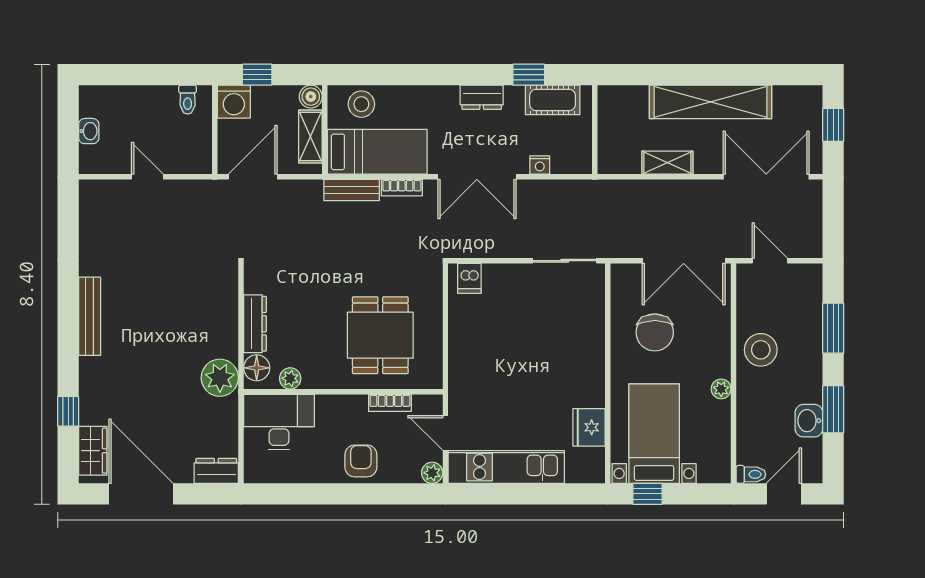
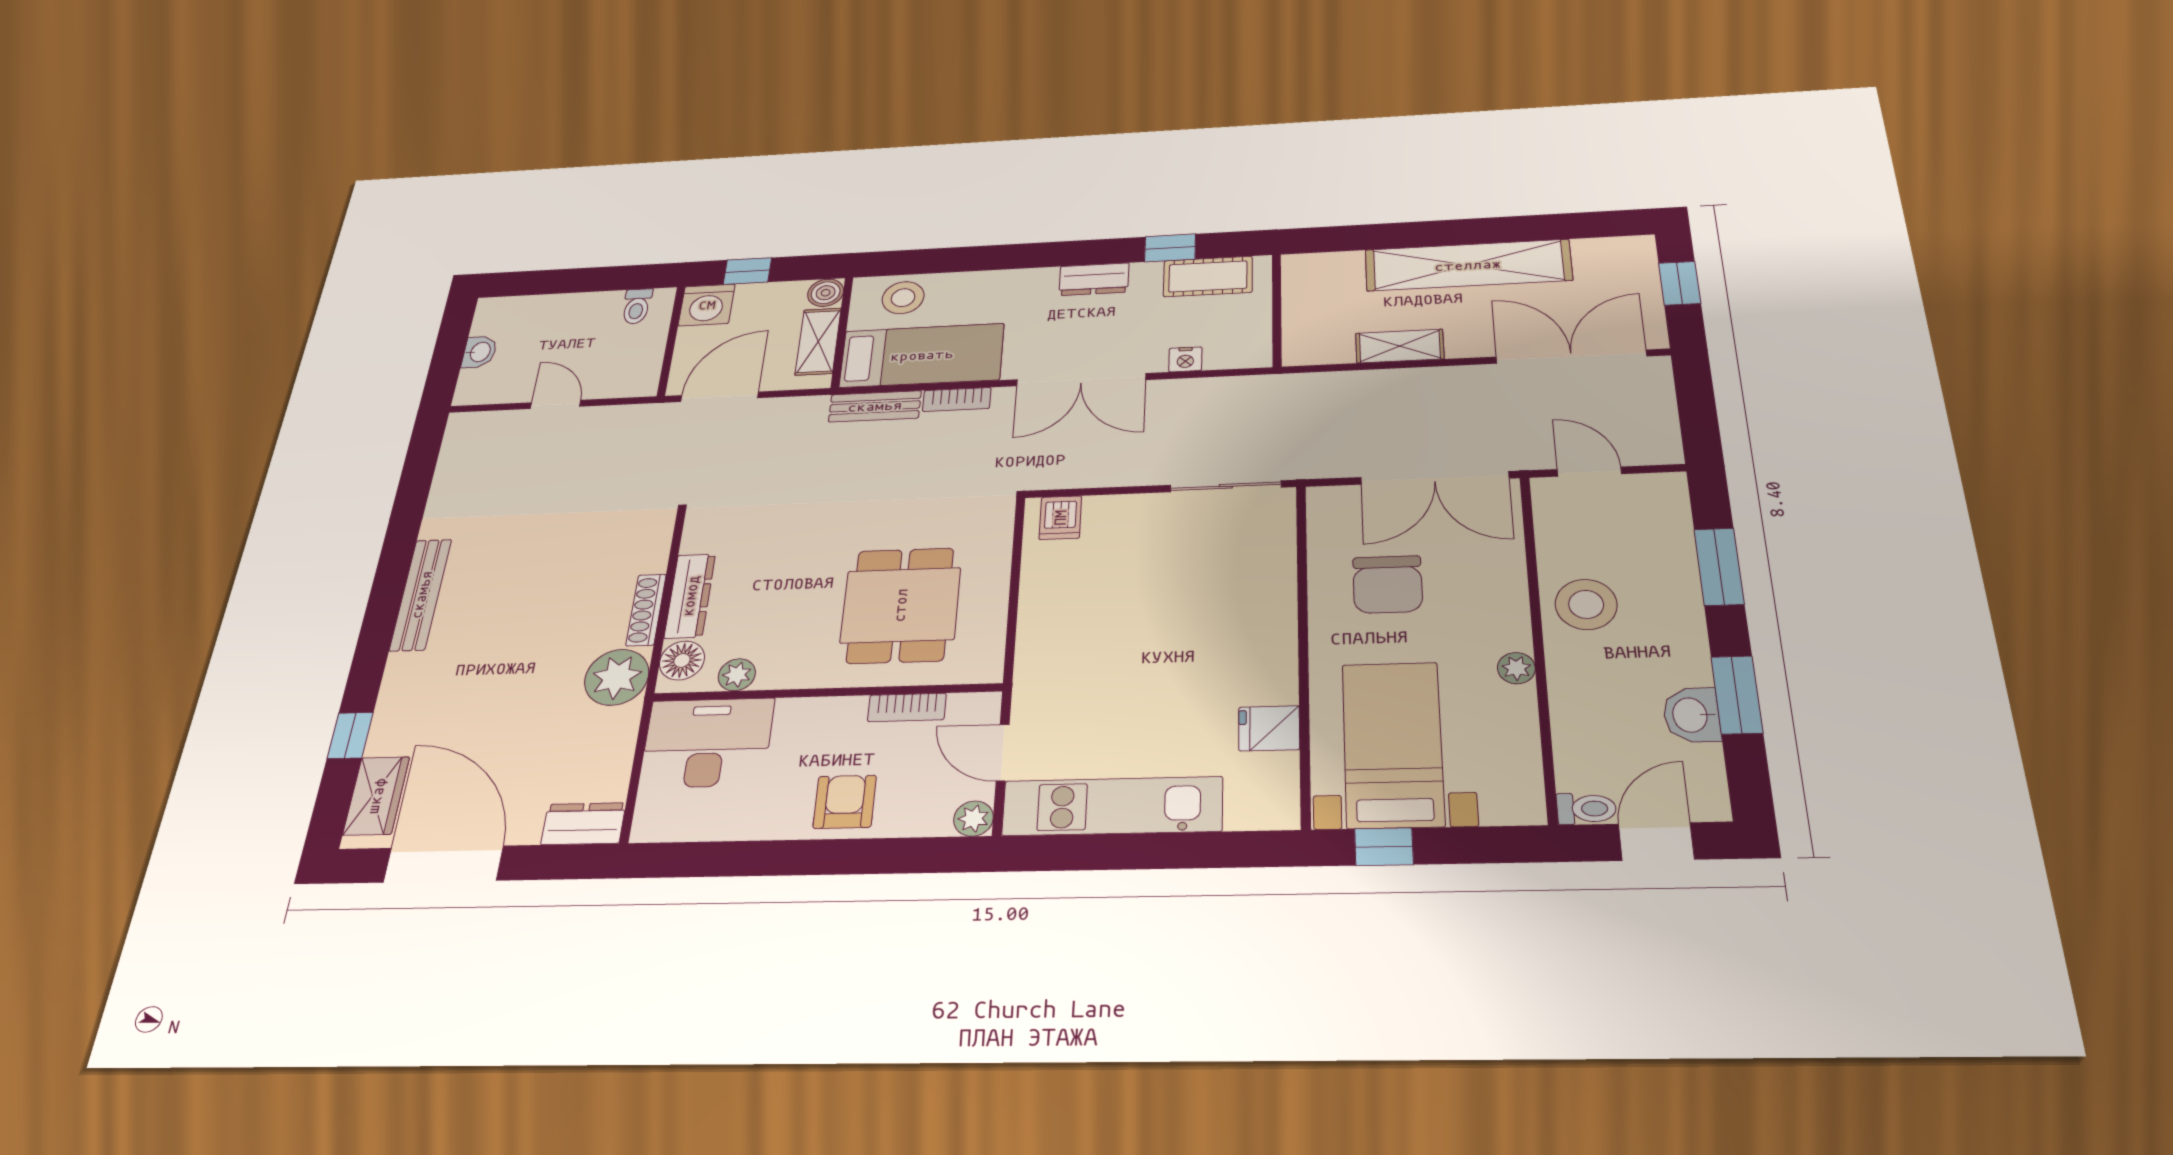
shoe rack: (230, 333) -> (646, 610), added
fridge: (589, 427) -> (1269, 728), width x0.72

